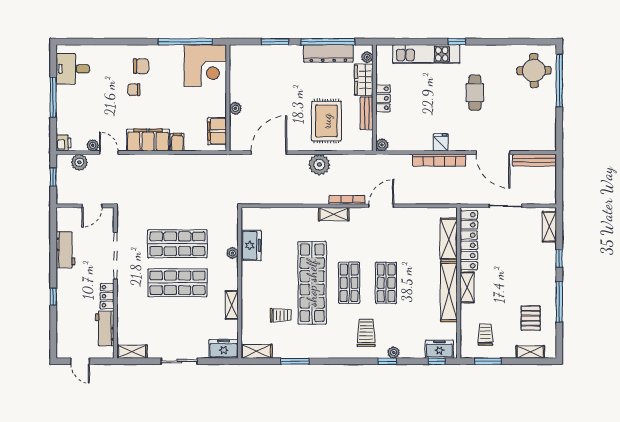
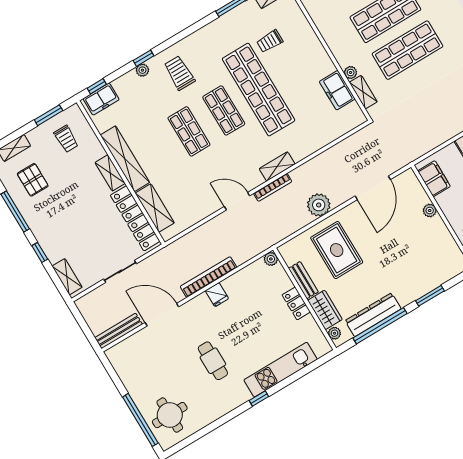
door: (381, 206) -> (237, 201), swing flipped
shelving: (232, 305) -> (363, 92), moved
trolley: (366, 333) -> (179, 73), turned 180

